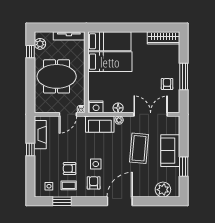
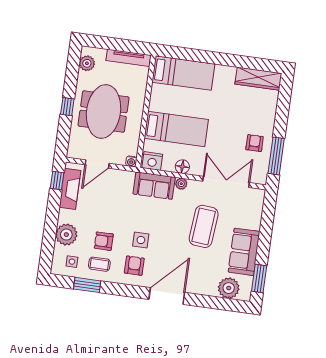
window: (30, 52) -> (67, 107), moved
bed: (110, 62) -> (176, 129), moved
meeting table: (57, 76) -> (104, 111), turned 90
window: (184, 76) -> (276, 156), moved
door: (68, 114) -> (97, 164), moved
window: (30, 149) -> (57, 181), moved
sofa: (170, 151) -> (244, 252), moved
window: (184, 167) -> (259, 279), moved
plant: (42, 168) -> (66, 235), added

